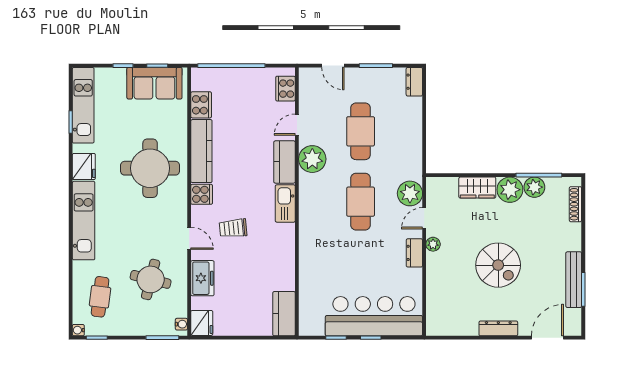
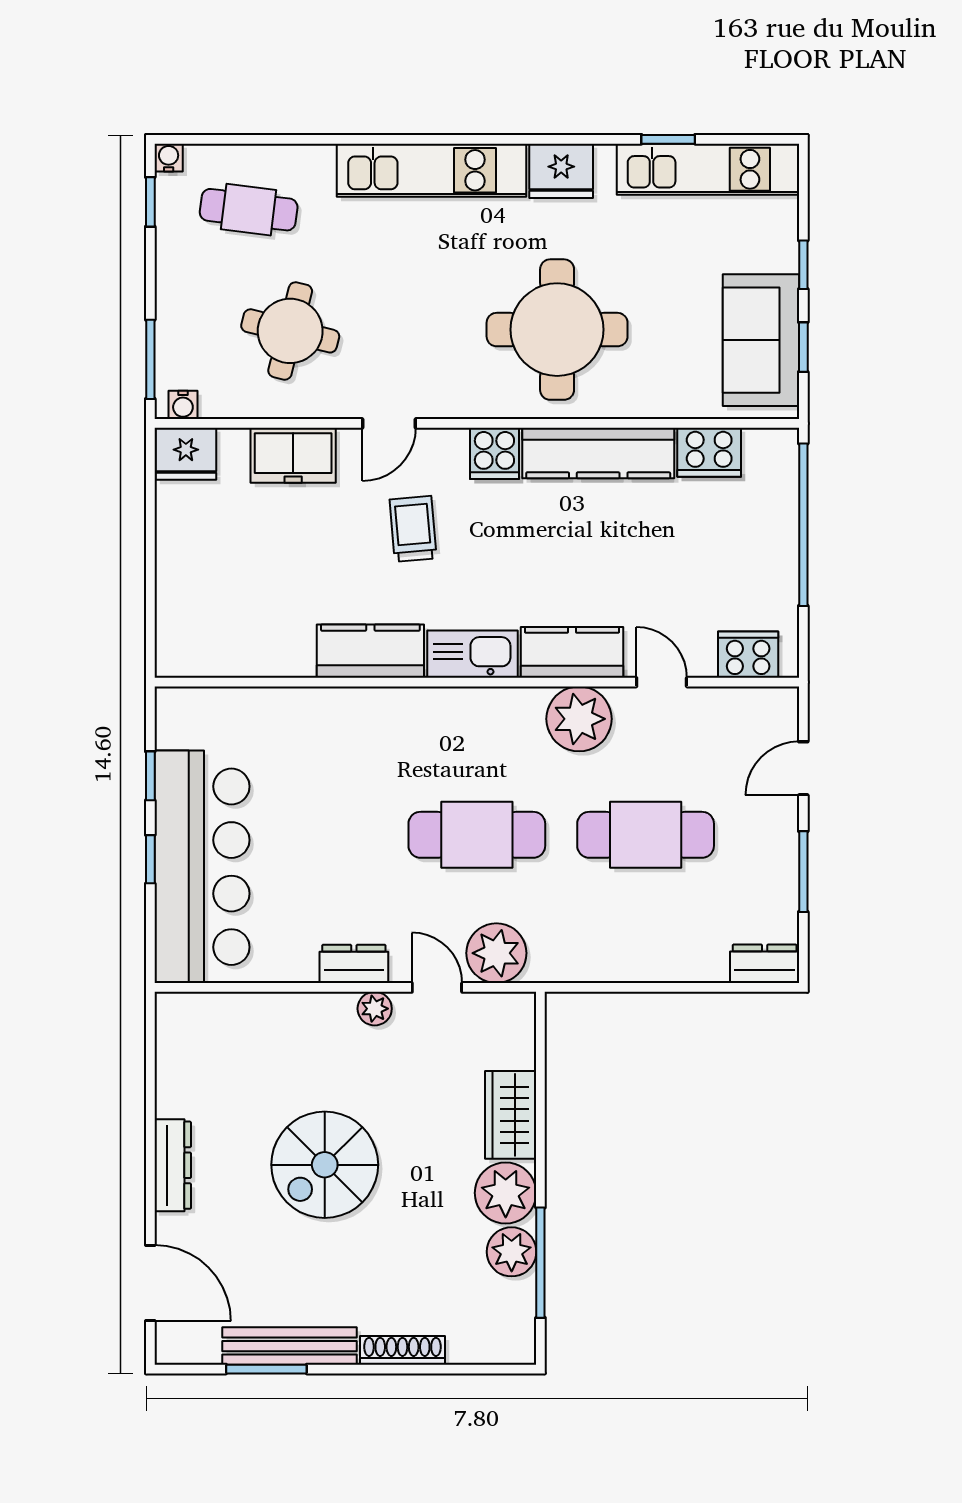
shoe rack: (575, 204) -> (402, 1350), moved
kitchen counter: (284, 314) -> (370, 651), moved

